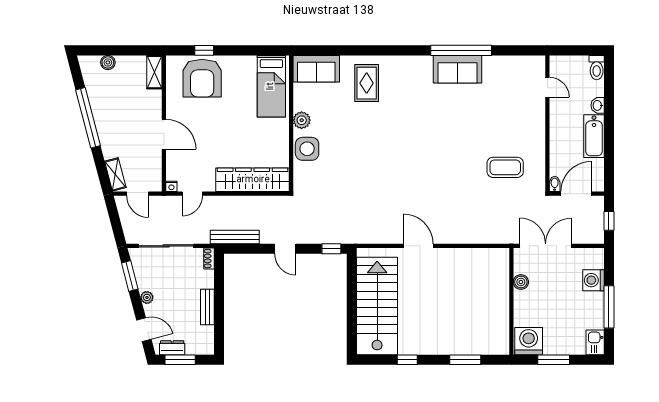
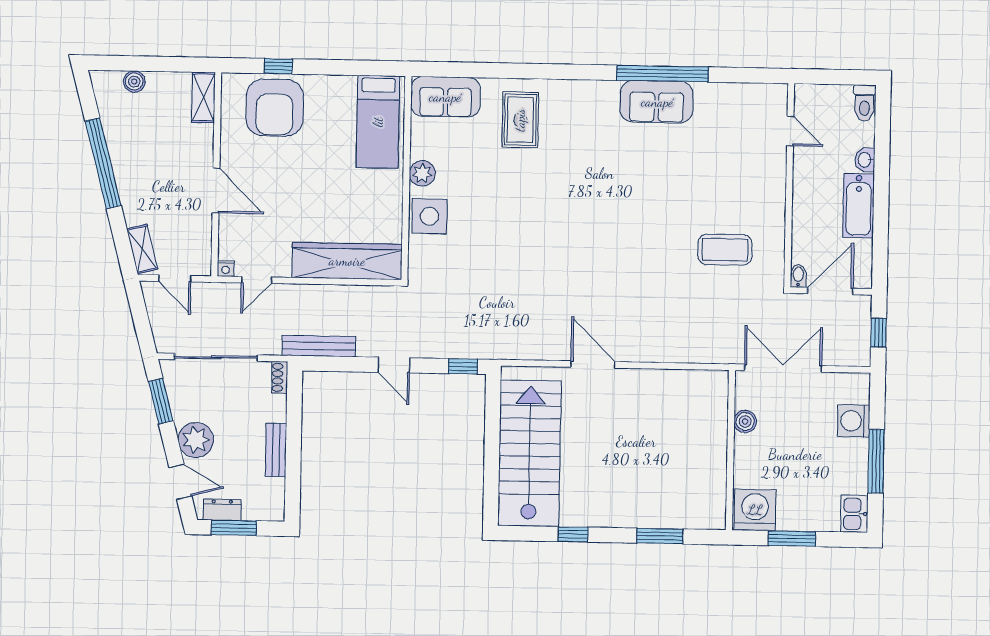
plant: (147, 297) -> (196, 440), width x1.88, depth x1.88

